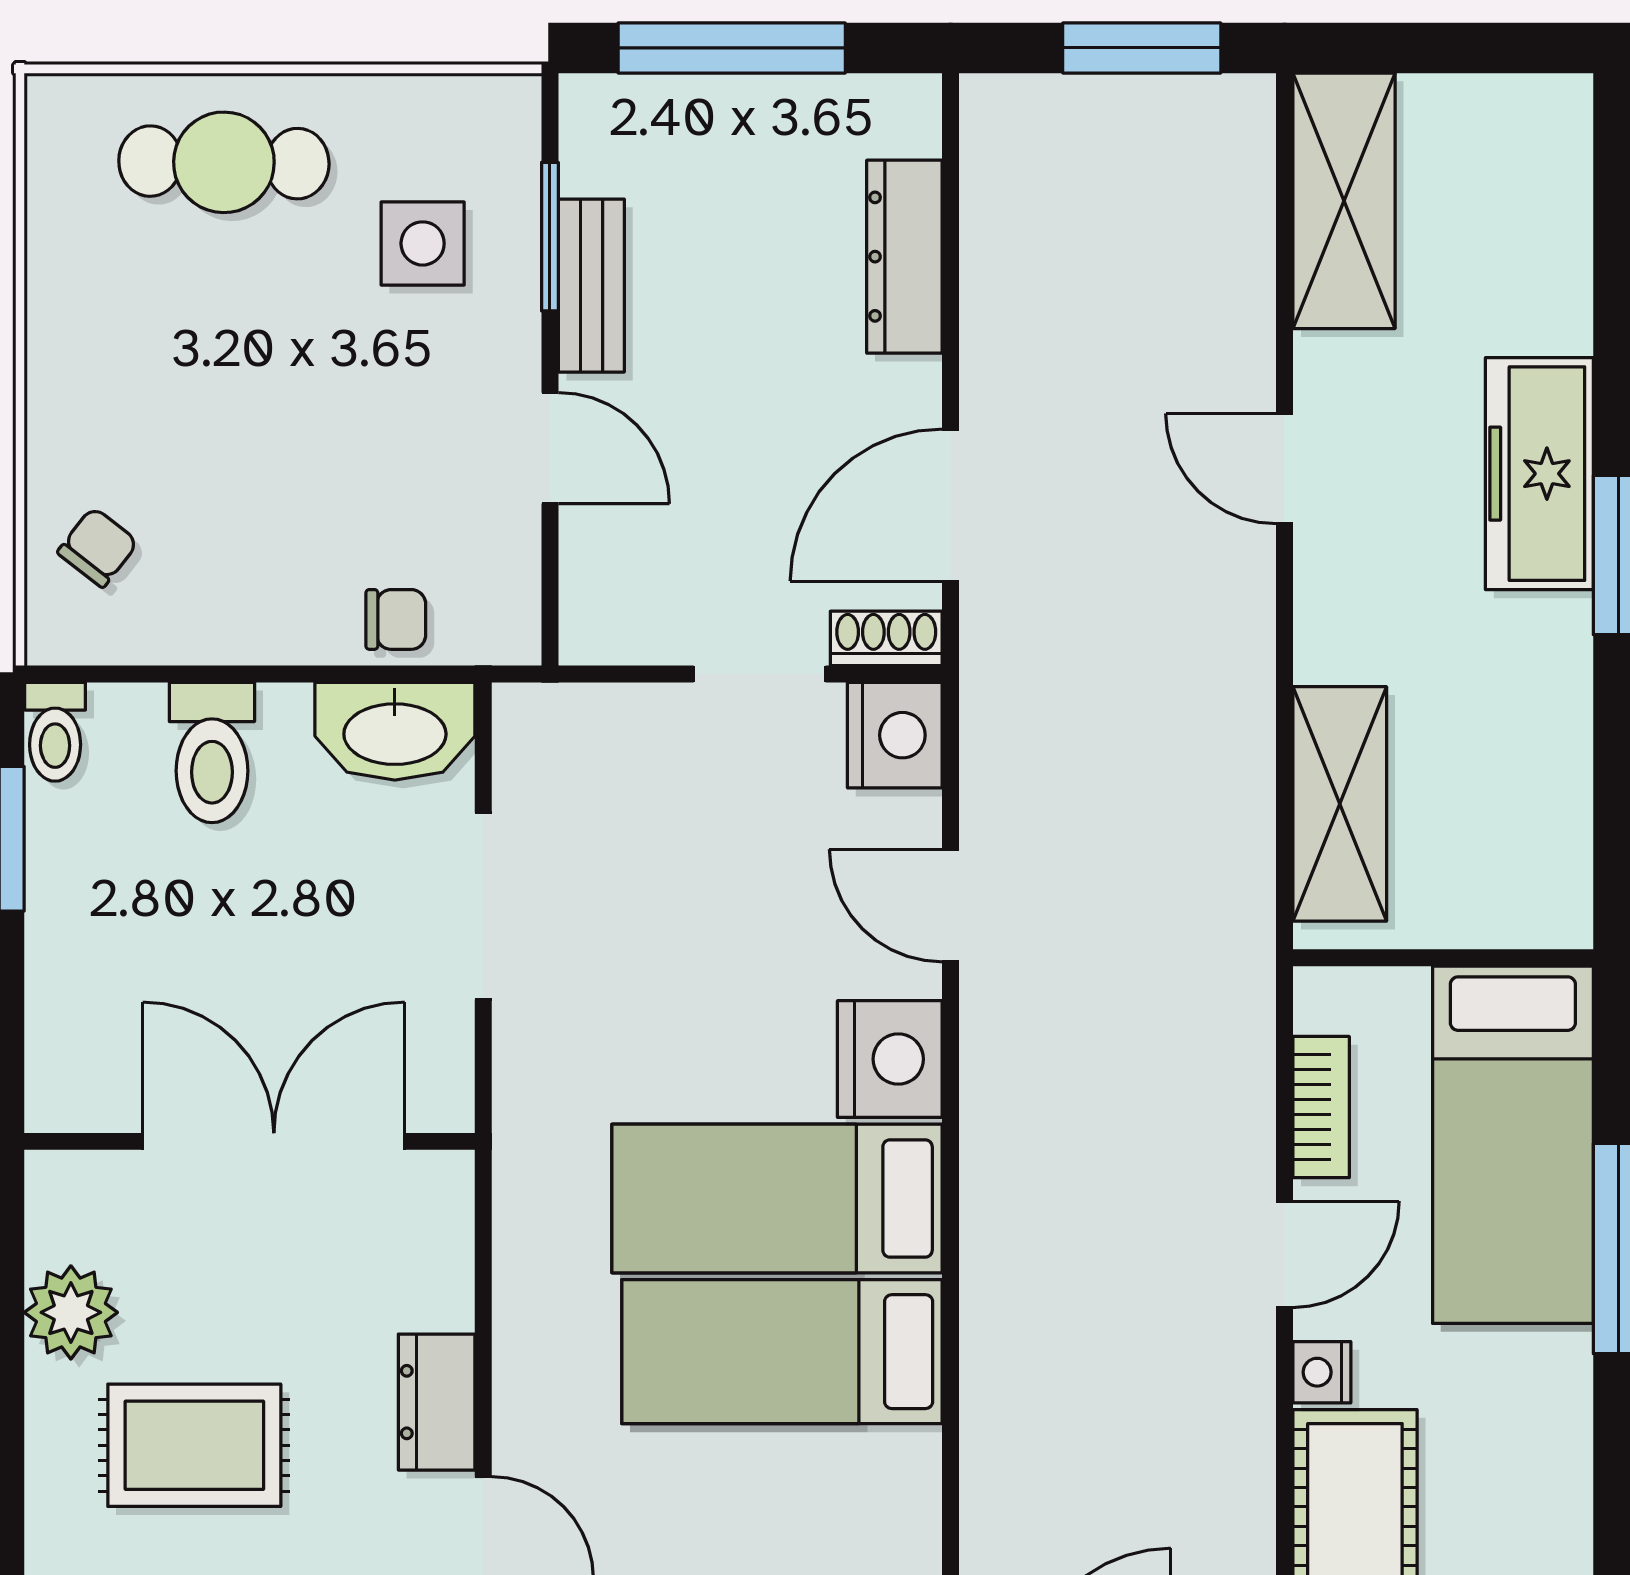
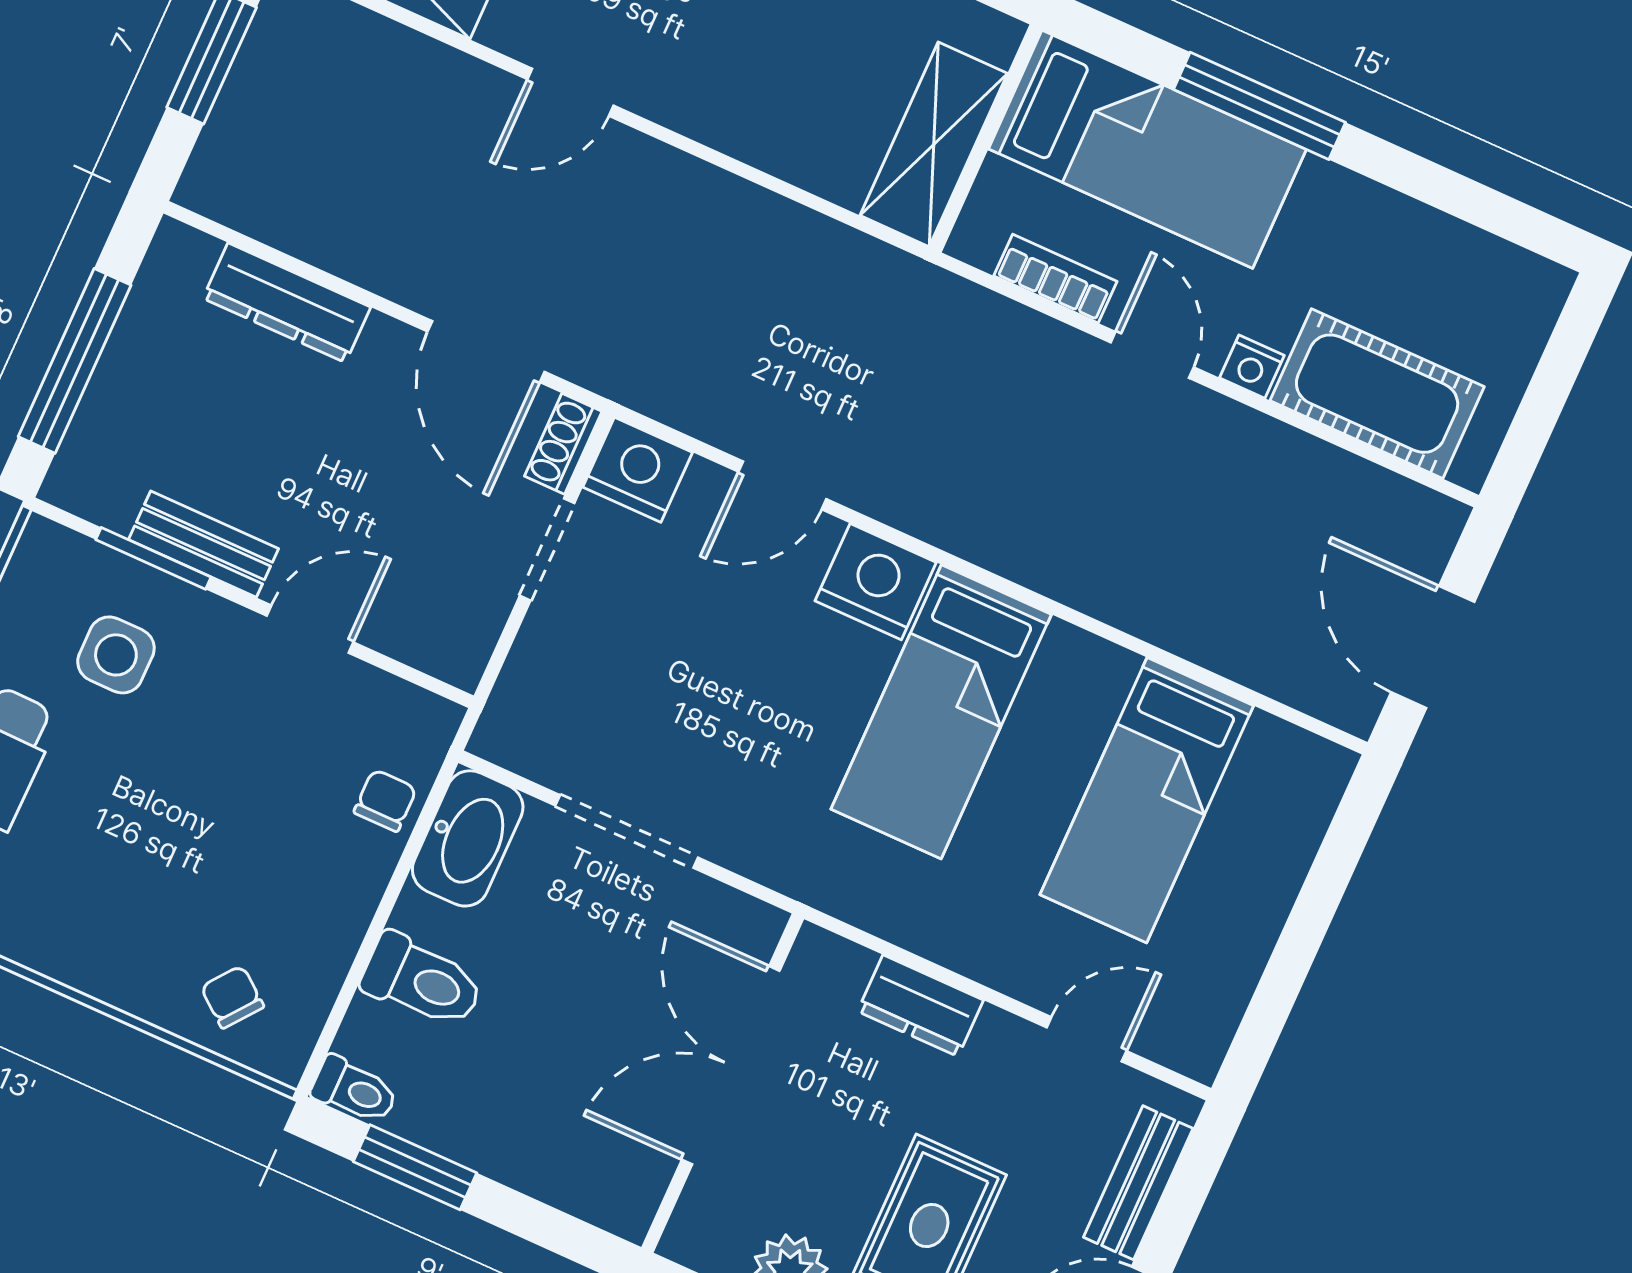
shelving: (1340, 804) -> (934, 144), moved, turned 90
bed: (782, 1352) -> (1147, 800), moved
dresser: (437, 1402) -> (920, 1006), moved

